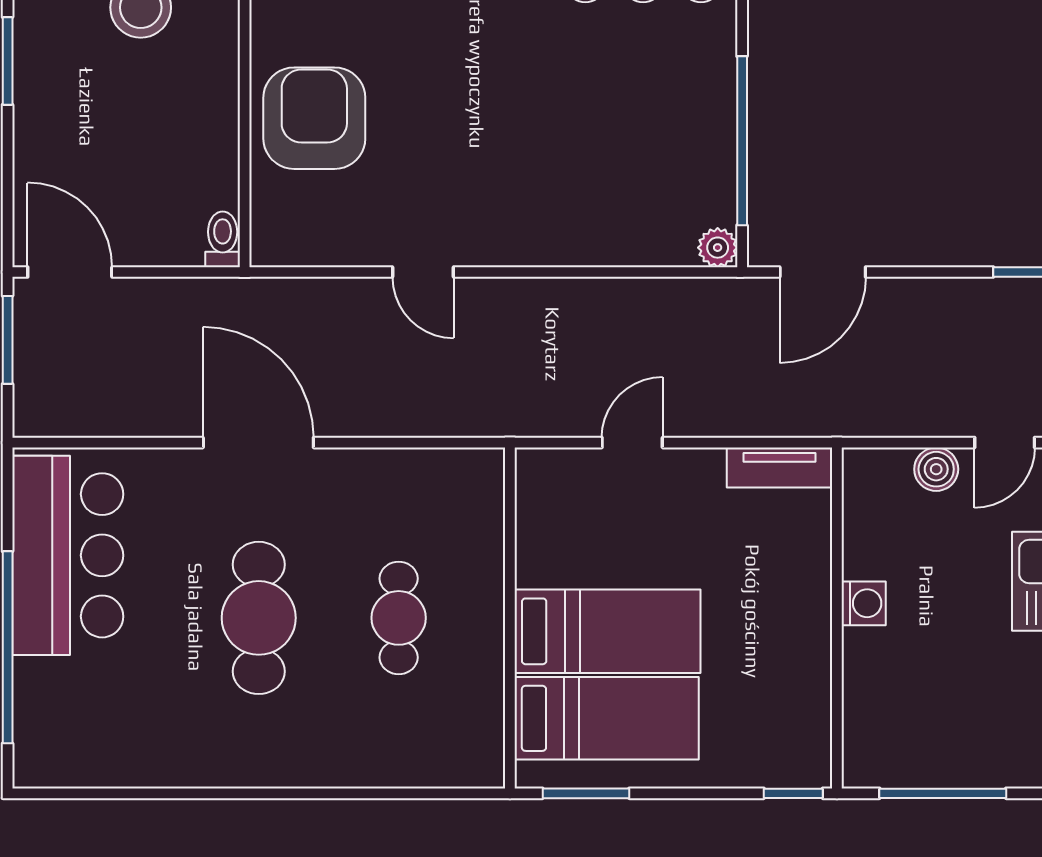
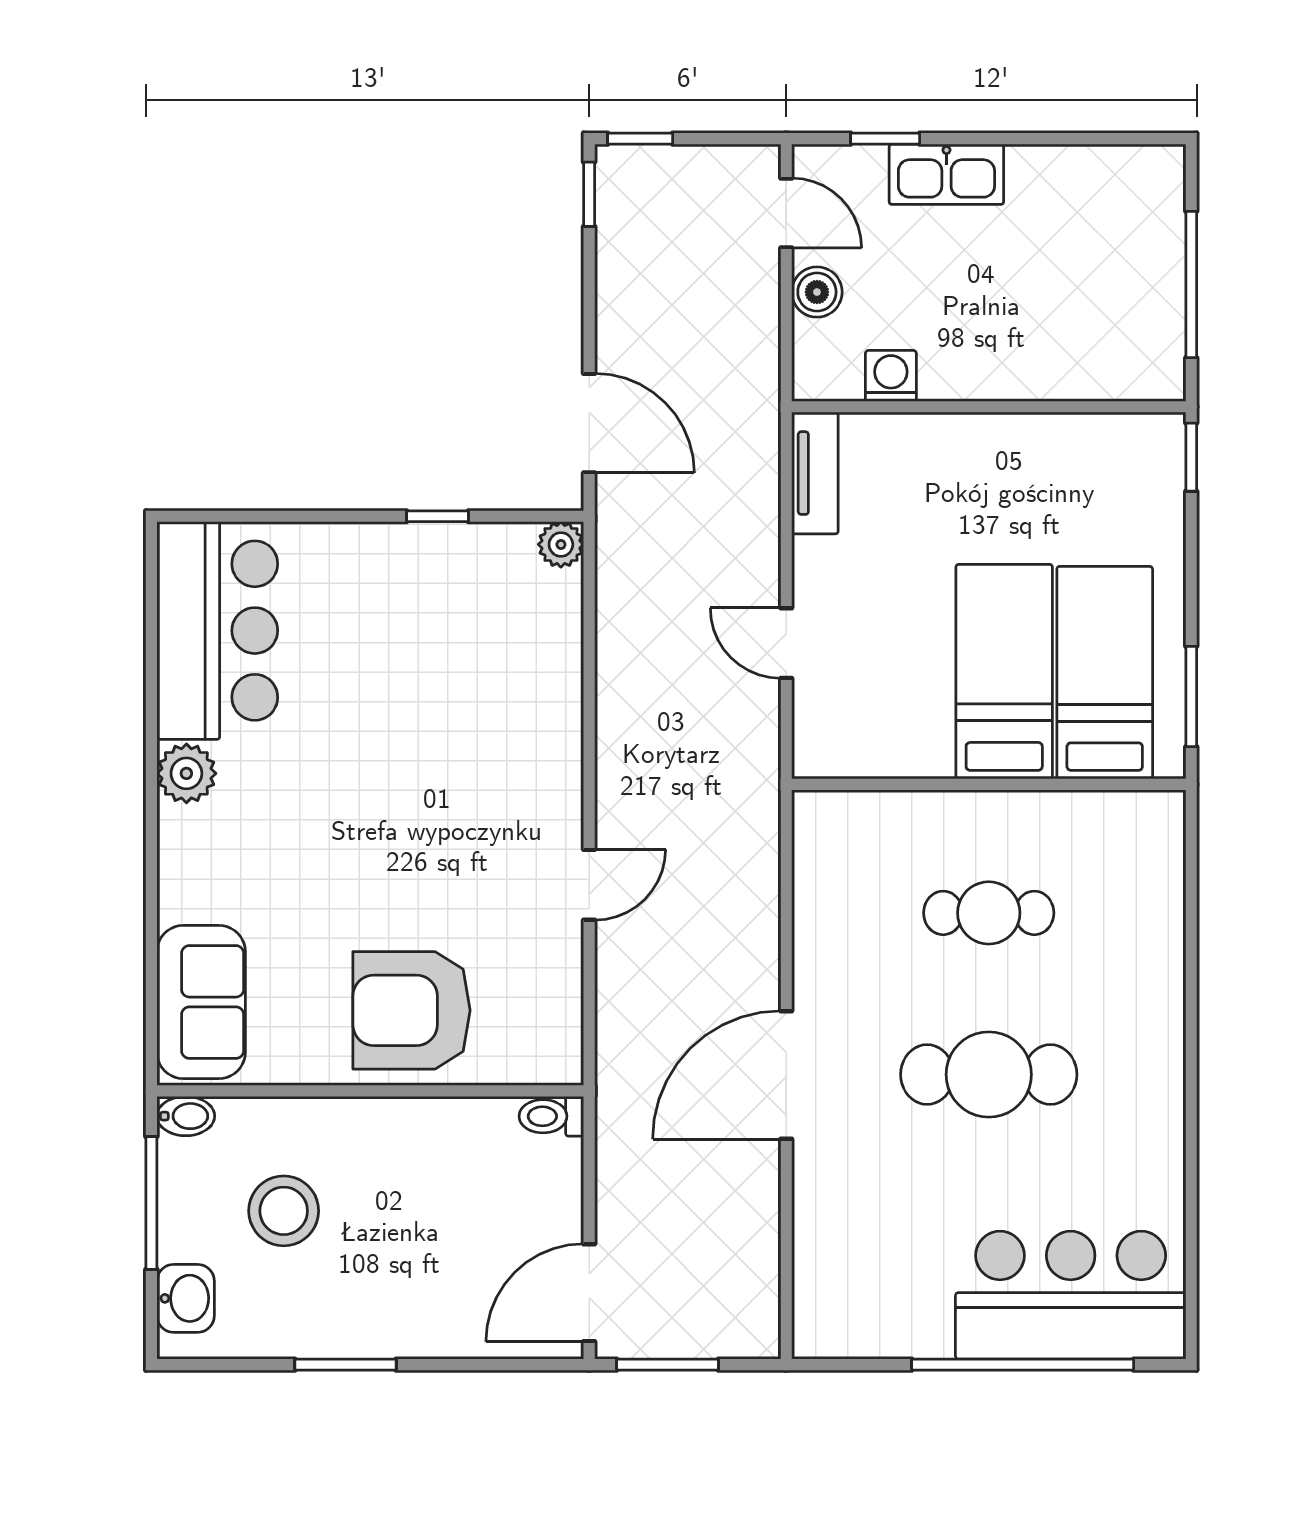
window: (742, 141) -> (438, 516), width x0.32
bar counter: (68, 555) -> (1071, 1295), moved
washing machine: (864, 603) -> (891, 376), moved

